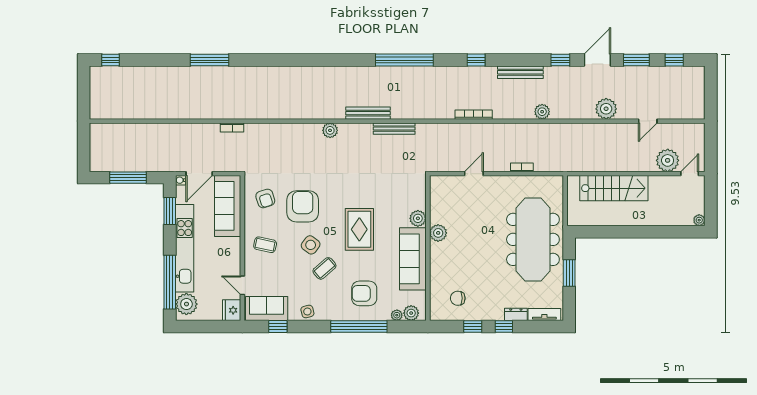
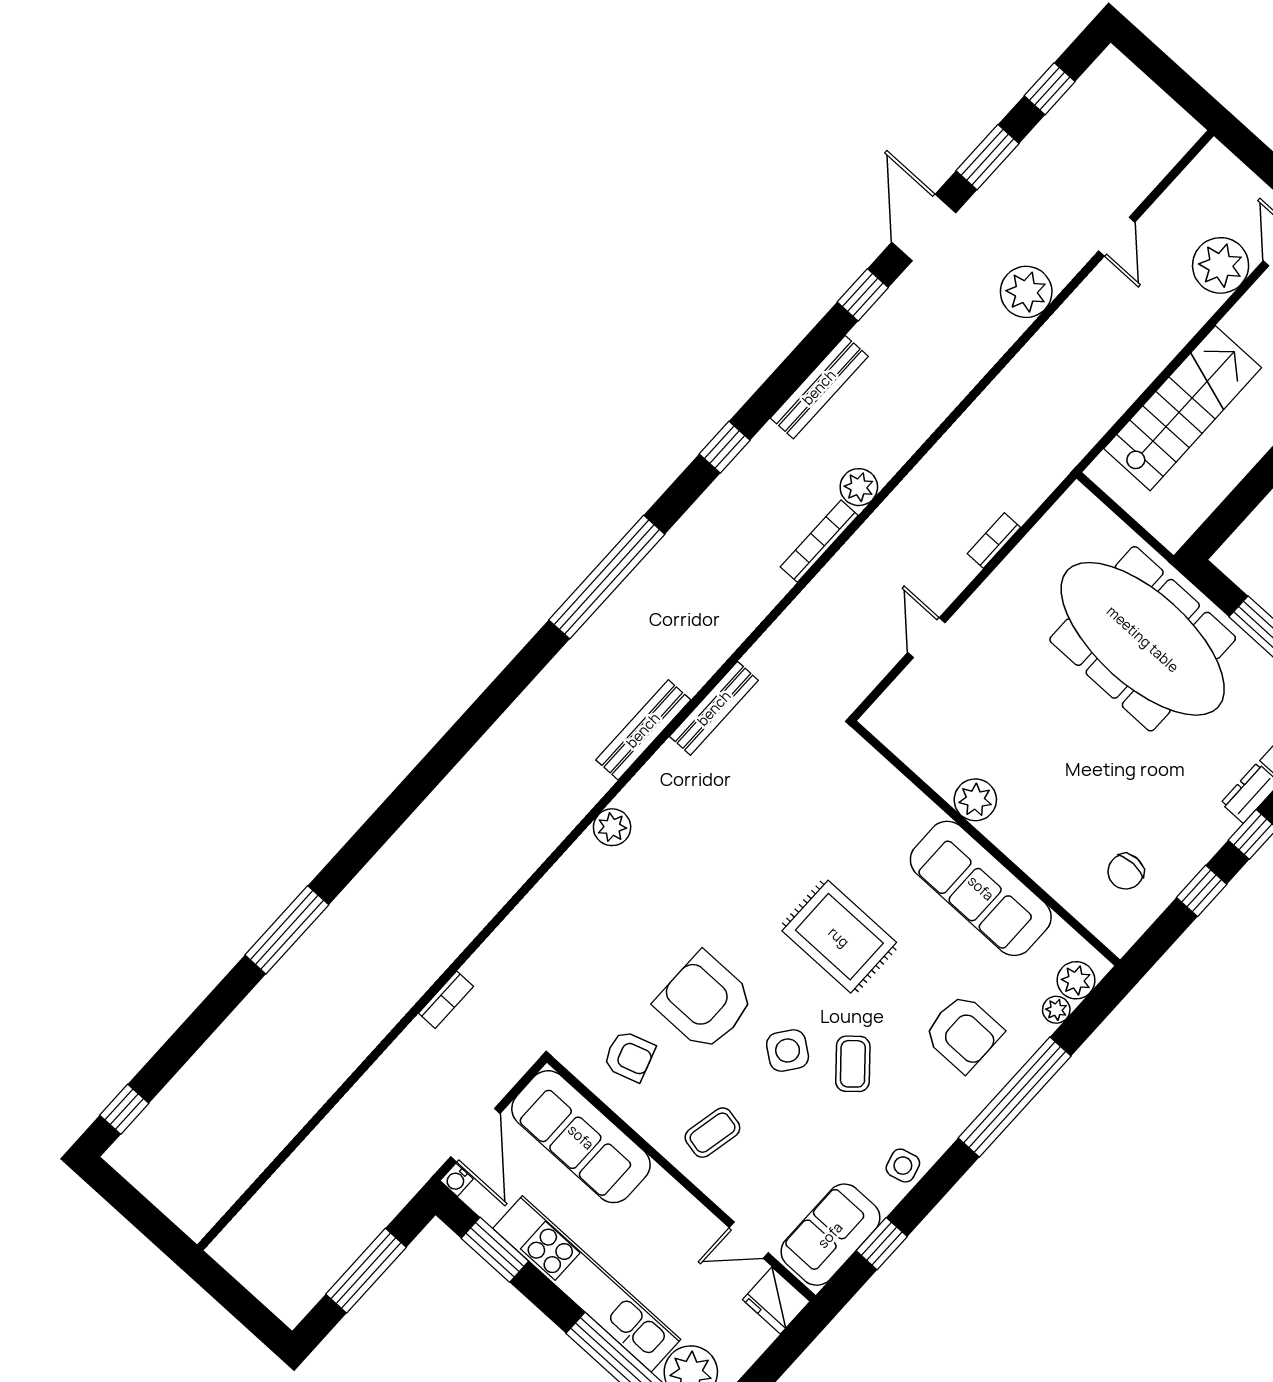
plant: (542, 112) -> (859, 487), moved
plant: (418, 218) -> (916, 813), removed
armchair: (364, 293) -> (963, 1033), turned -90

